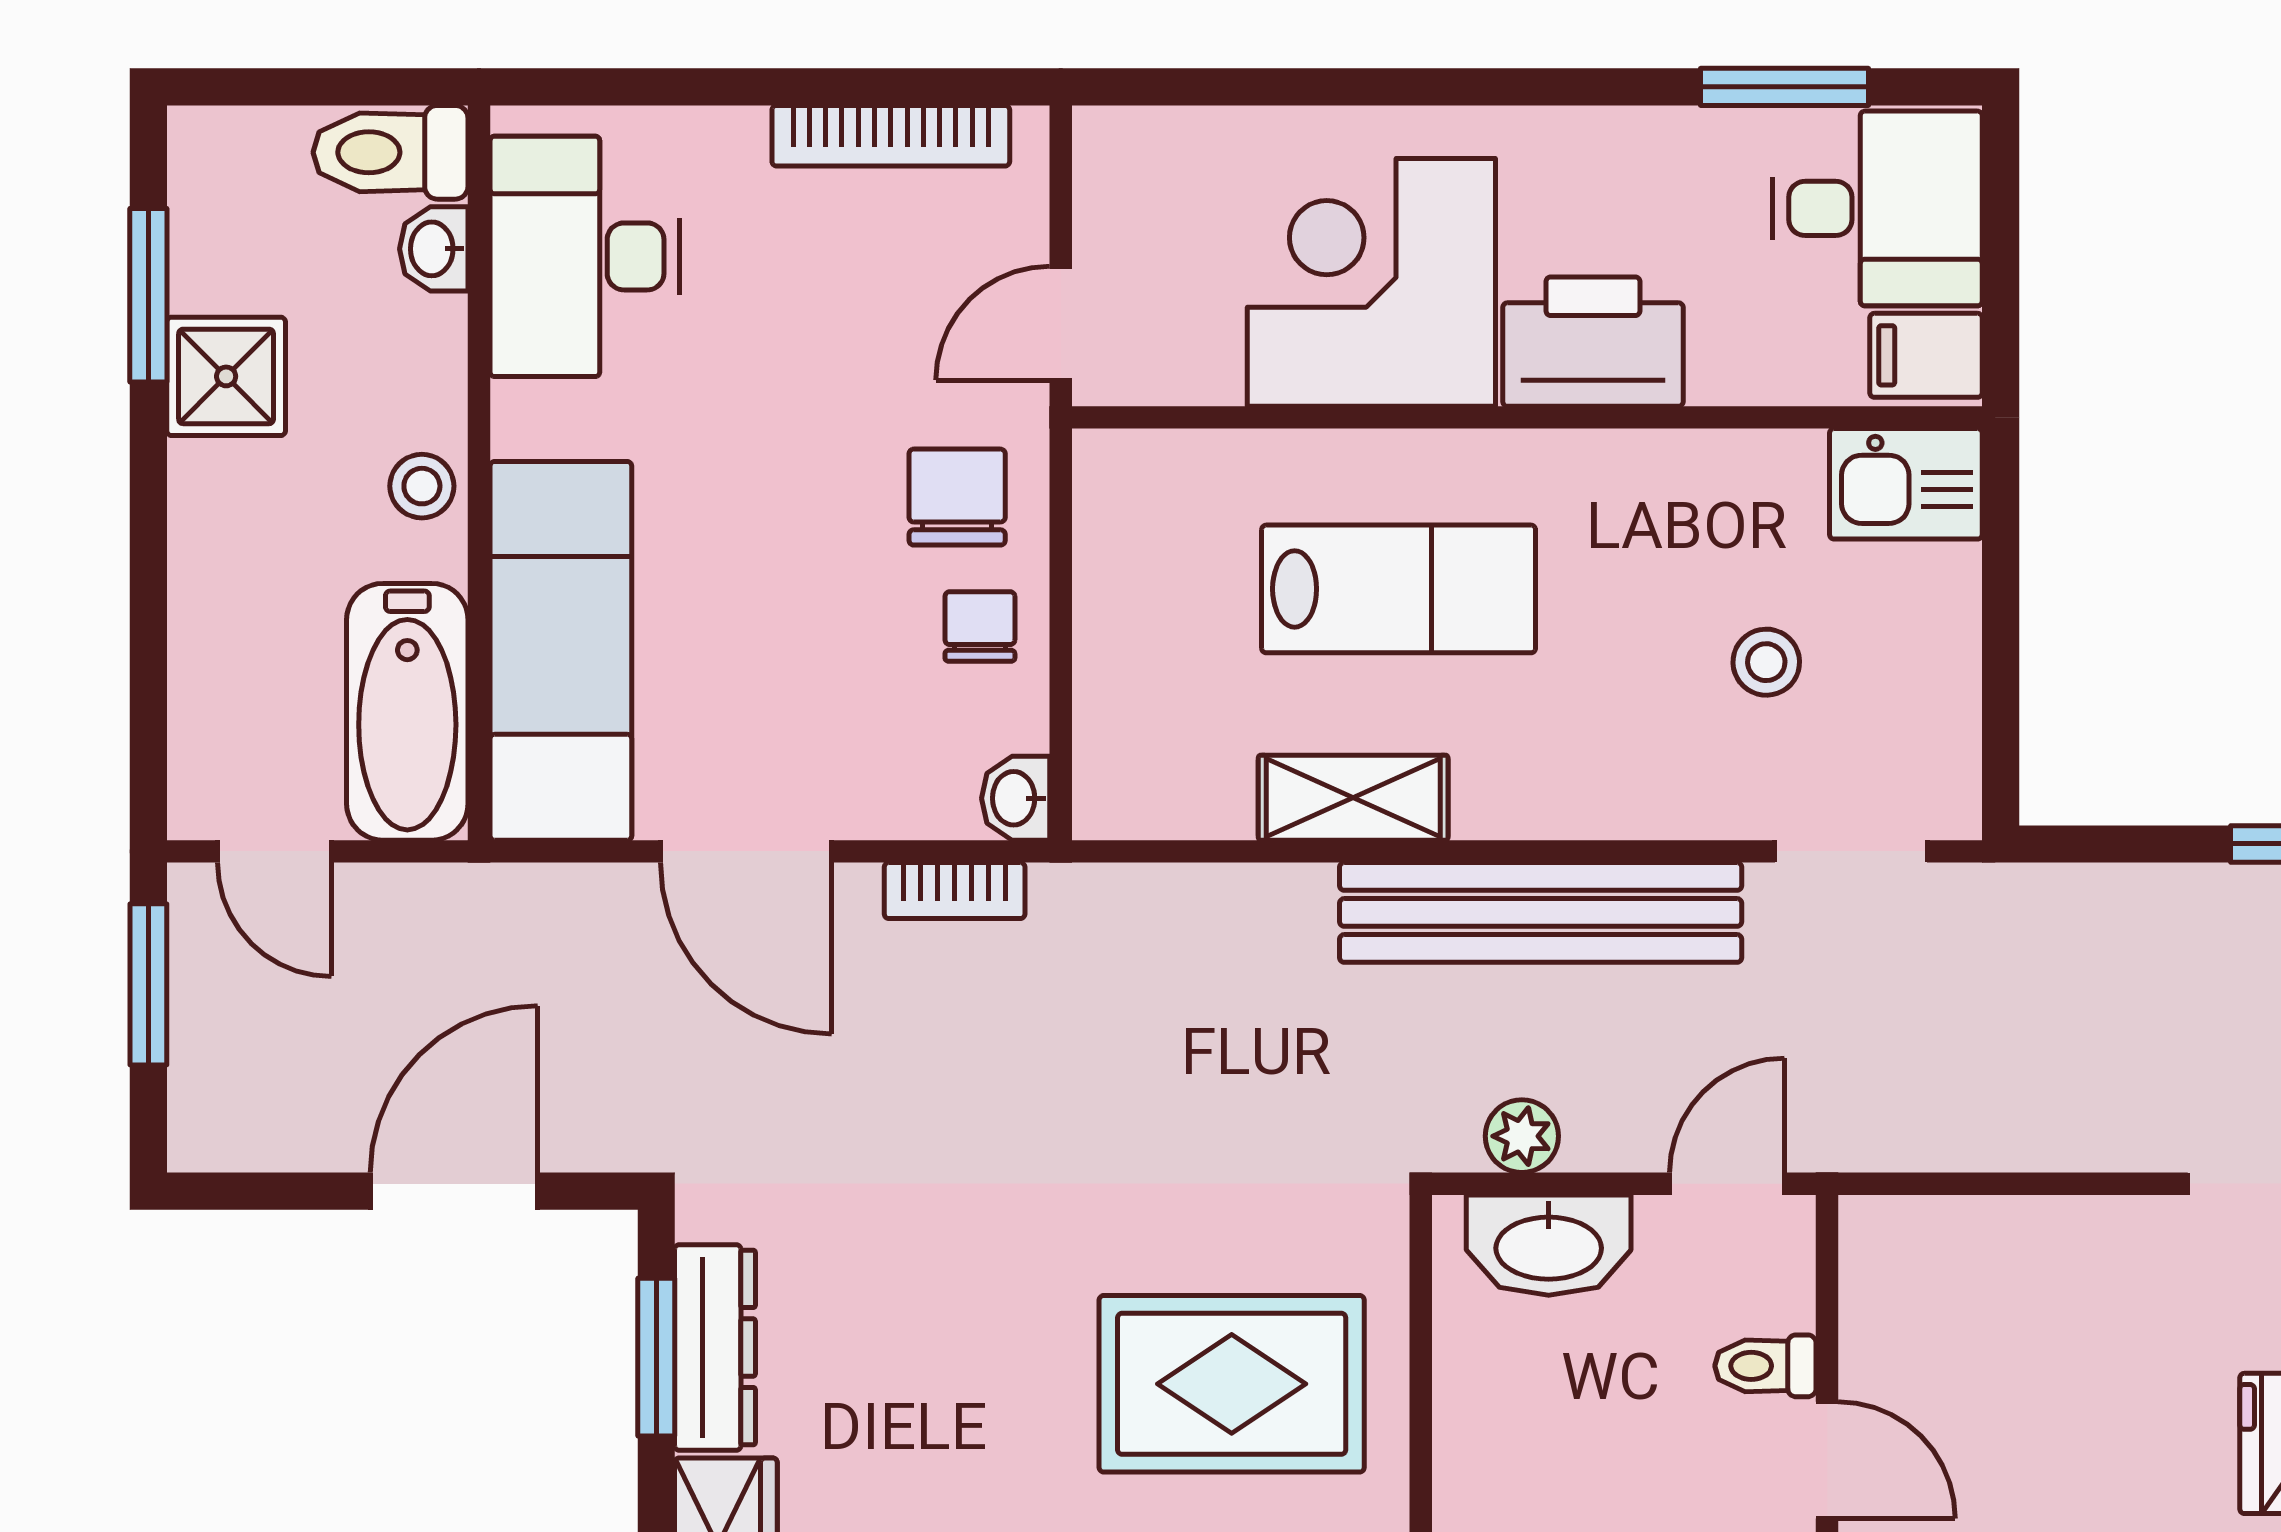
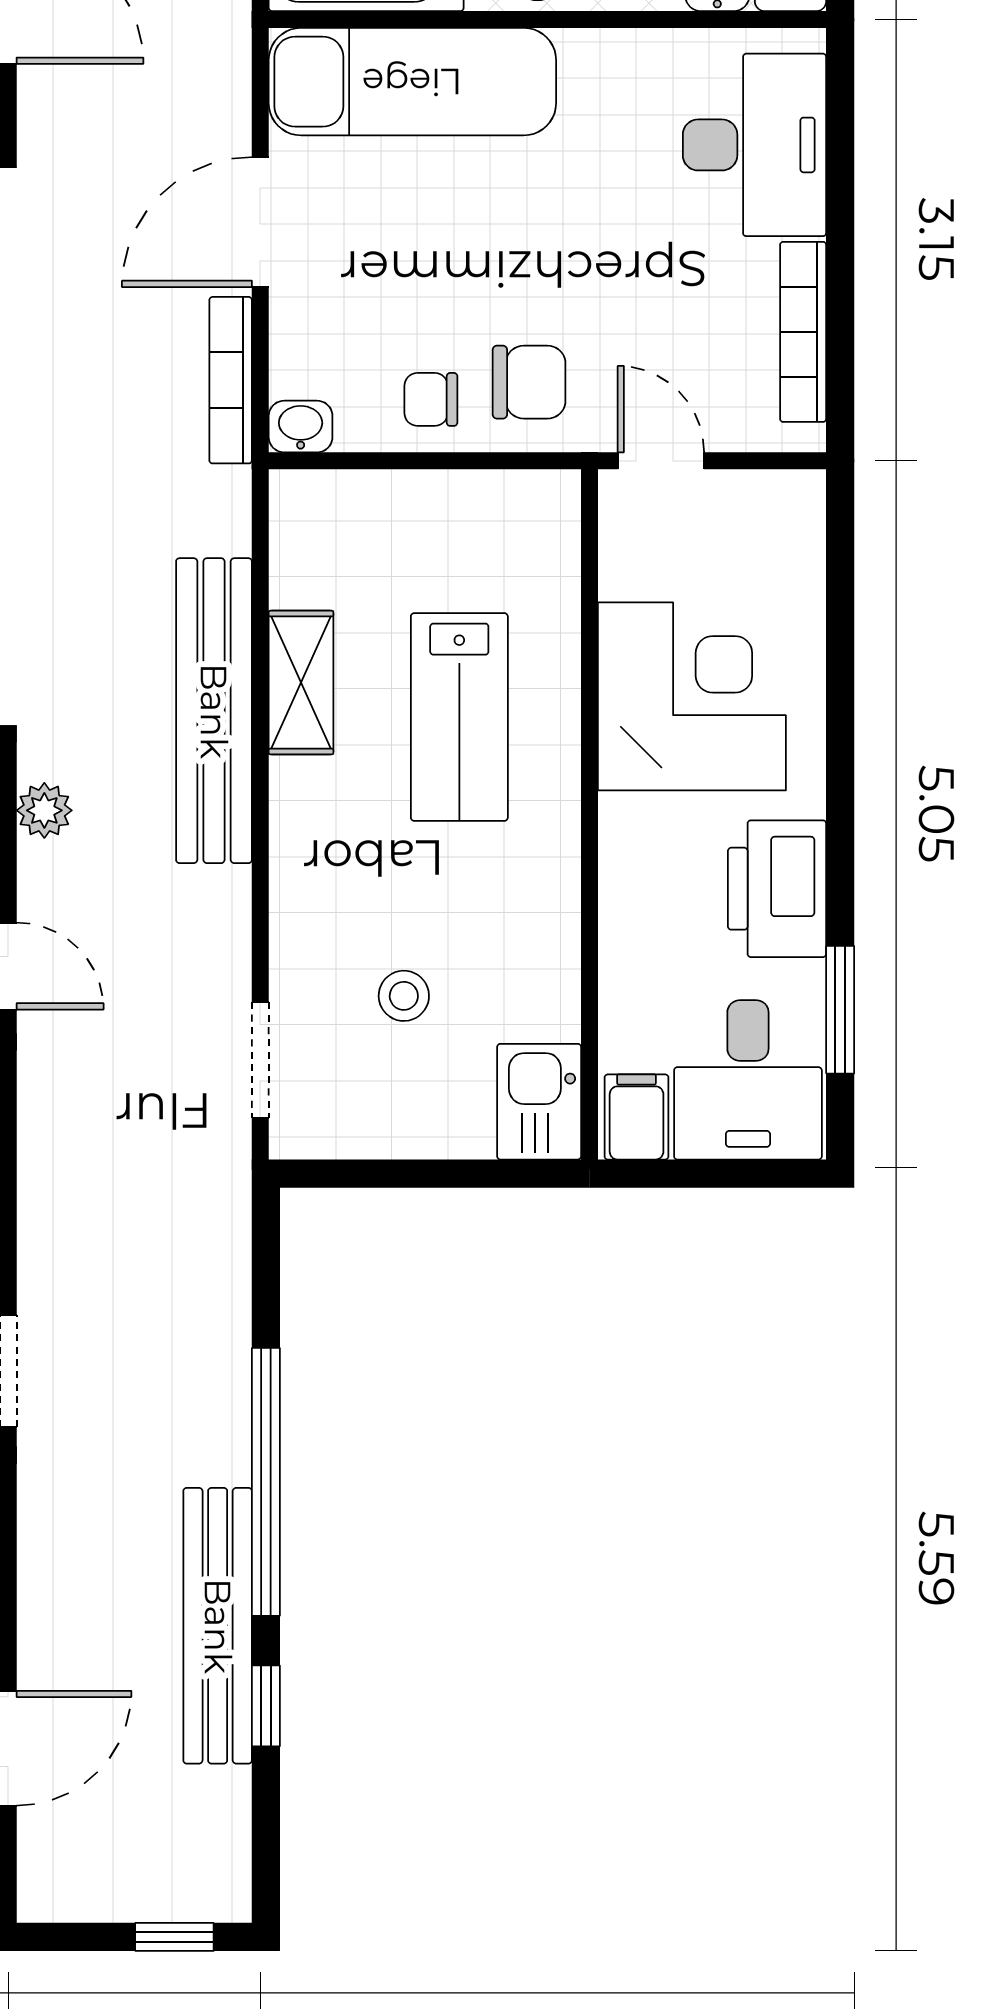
desk: (585, 256) -> (754, 145), moved, turned 90
printer: (1593, 342) -> (777, 889), moved, turned 180
chair: (980, 627) -> (431, 399), turned 180
bookcase: (955, 891) -> (231, 380), width x1.56
bench: (1541, 912) -> (214, 711), moved

